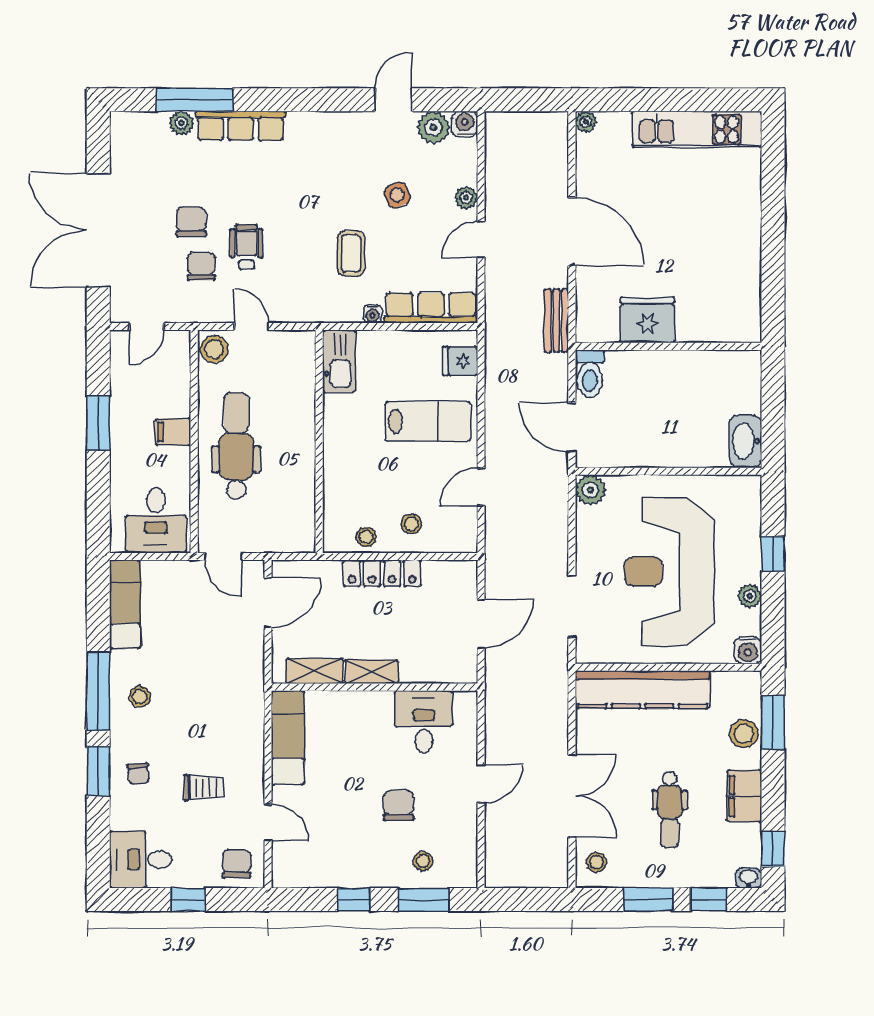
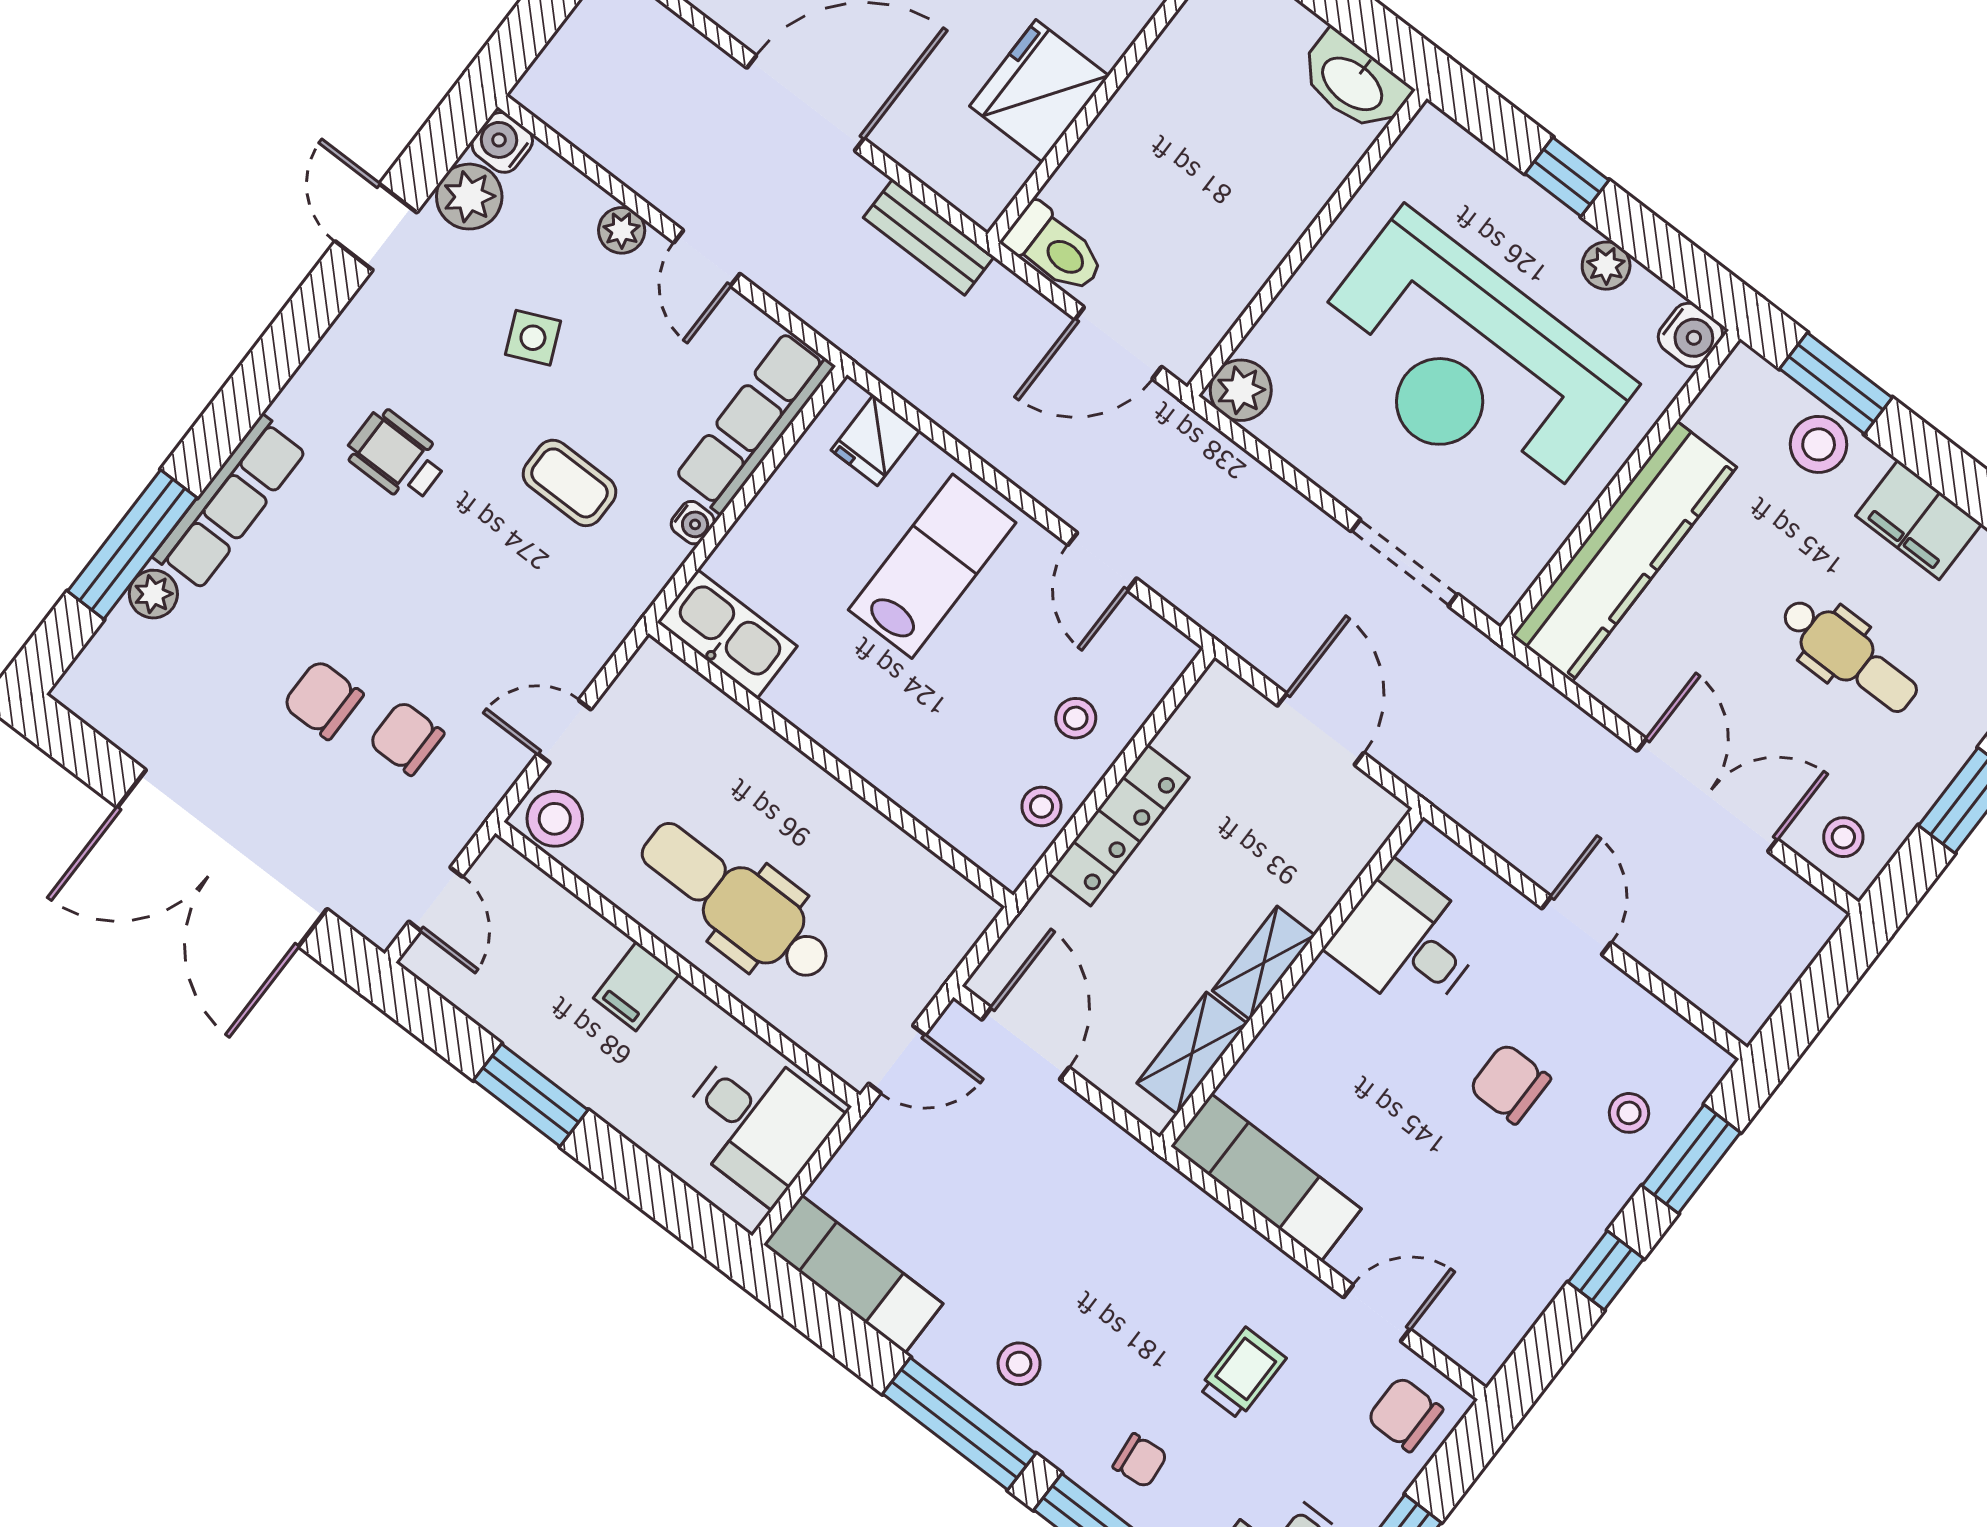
wheelchair: (246, 247) -> (396, 456), moved

